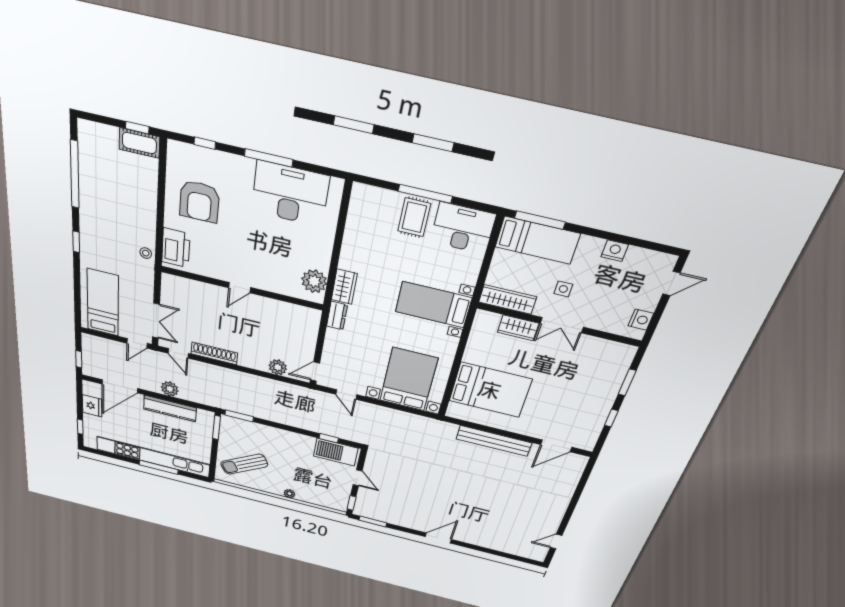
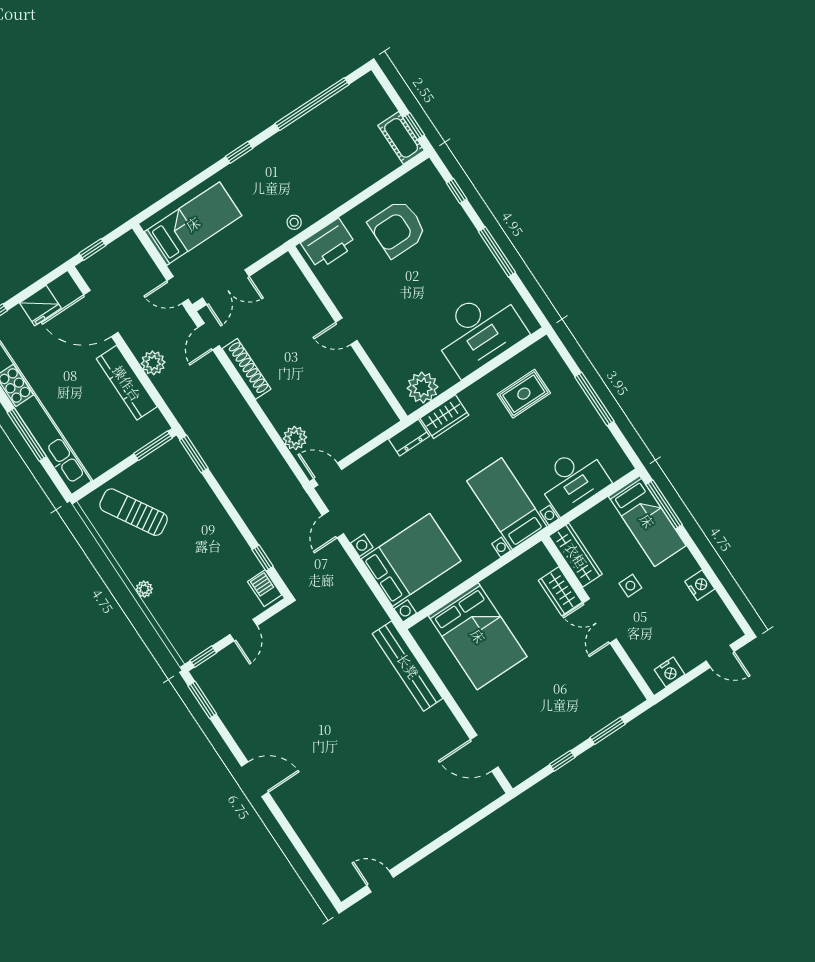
desk: (290, 194) -> (479, 331), moved, turned 90
rug: (414, 217) -> (524, 394), moved
desk: (463, 228) -> (573, 480), moved, turned 90
bench: (494, 441) -> (408, 666), moved
barbecue: (336, 452) -> (265, 588), width x0.53, depth x0.65

